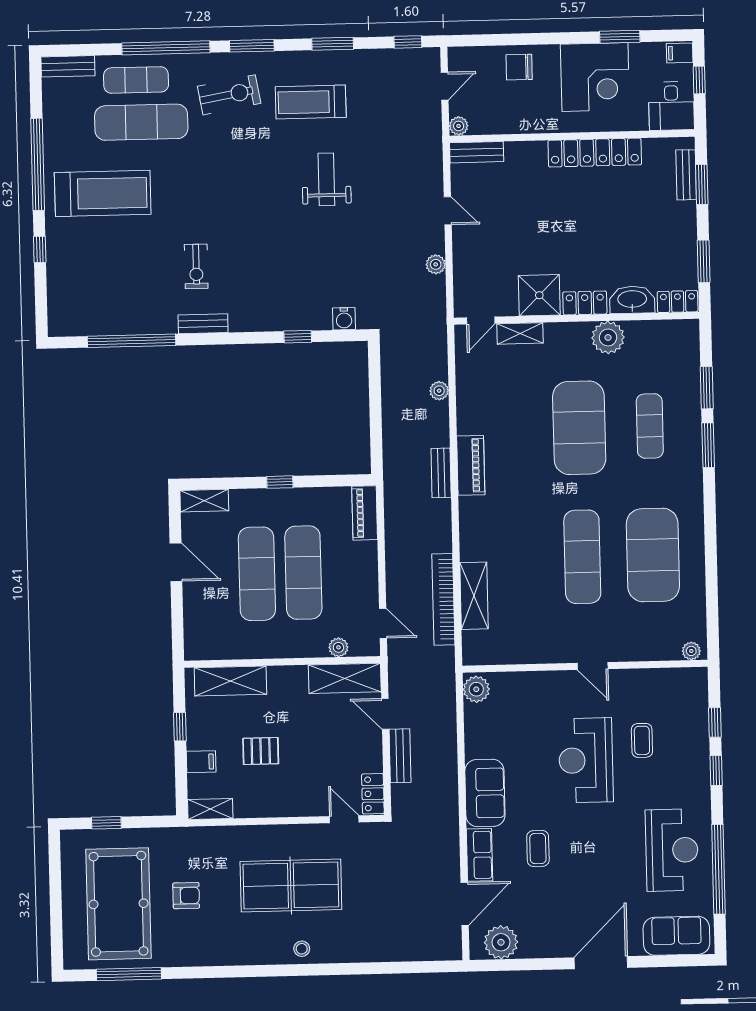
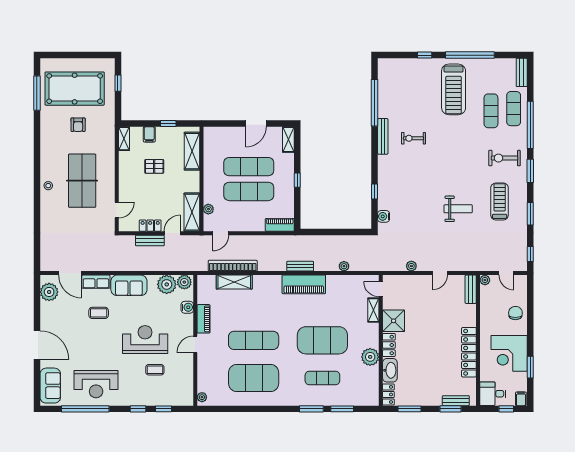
exercise bike: (229, 95) -> (504, 158), turned 100
exercise mat: (141, 122) -> (491, 111), width x0.73, depth x0.69
bench: (203, 324) -> (383, 136), width x1.36
piano: (471, 465) -> (304, 284), width x1.37, depth x1.33
piano: (544, 652) -> (203, 319), added
water cooler: (523, 683) -> (187, 307), added
plant: (482, 722) -> (167, 284), added
pallet: (261, 751) -> (154, 166), turned 90
locker: (373, 794) -> (150, 226), moved

